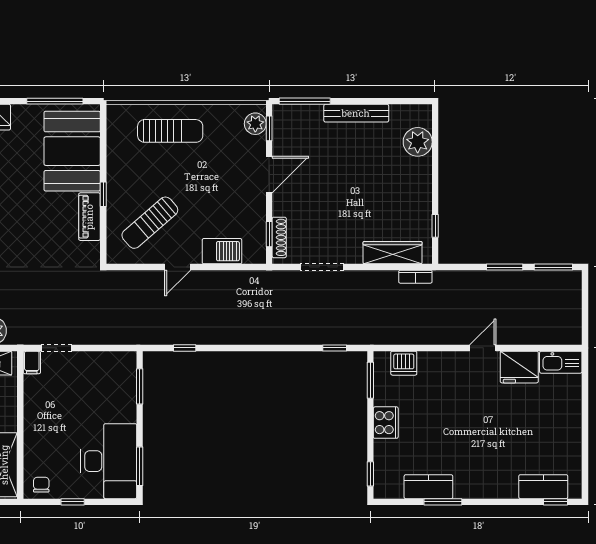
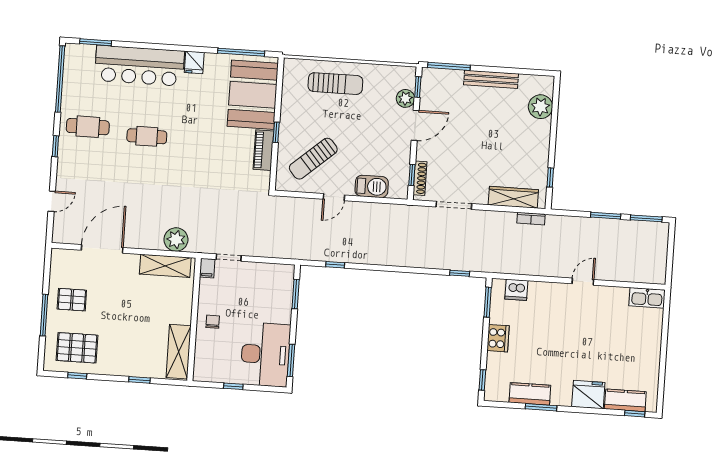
plant: (255, 124) -> (405, 98), moved
fridge: (519, 367) -> (588, 395), moved, turned 180
chair: (41, 485) -> (213, 322), moved

